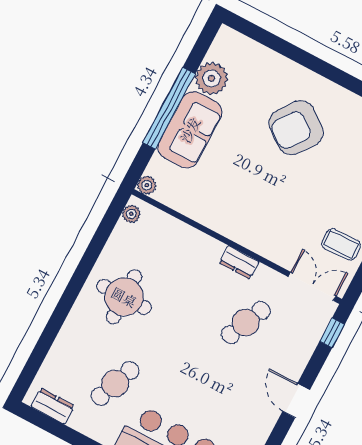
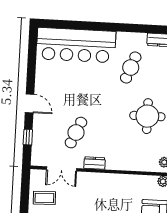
double door: (312, 286) -> (62, 169), moved
window: (332, 333) -> (28, 137), moved

